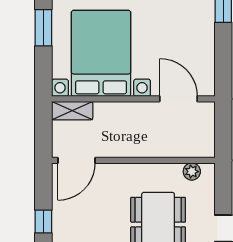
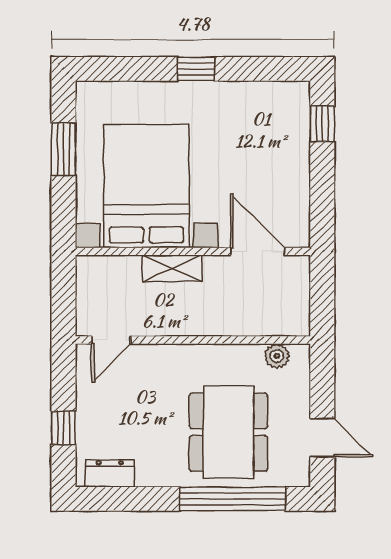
shelving: (72, 111) -> (172, 268), moved
door: (76, 160) -> (111, 340), width x0.73

